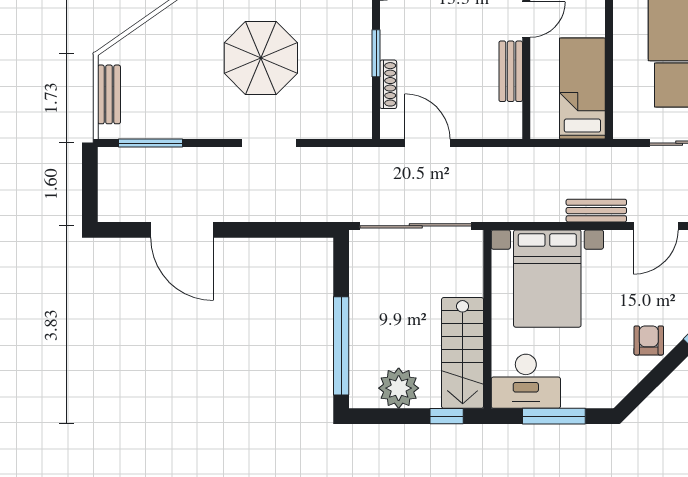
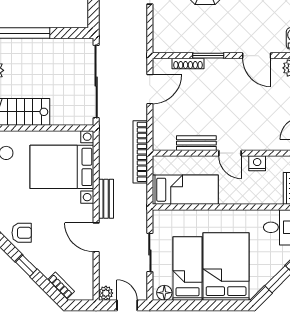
bookcase: (524, 158) -> (140, 152), added

